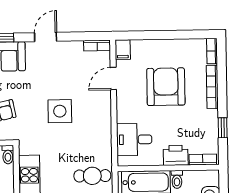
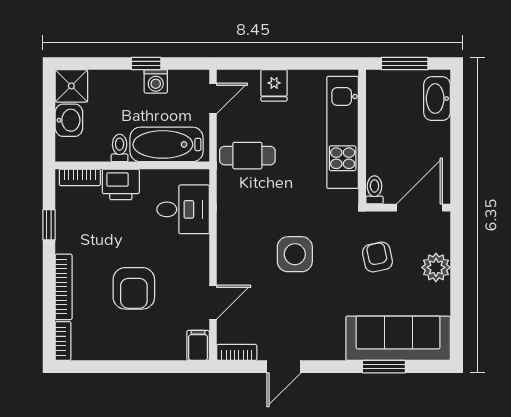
door: (46, 37) -> (284, 367), moved
armchair: (166, 87) -> (134, 288), width x0.73, depth x0.73

